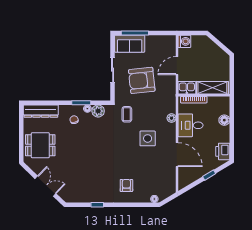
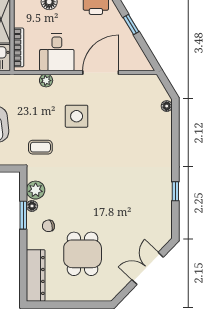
dining table: (40, 145) -> (83, 254), moved
armchair: (126, 185) -> (147, 148), removed

